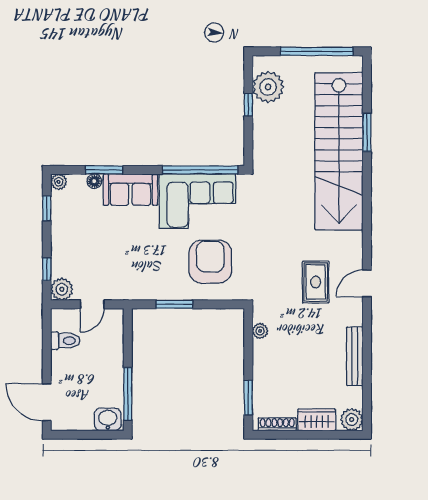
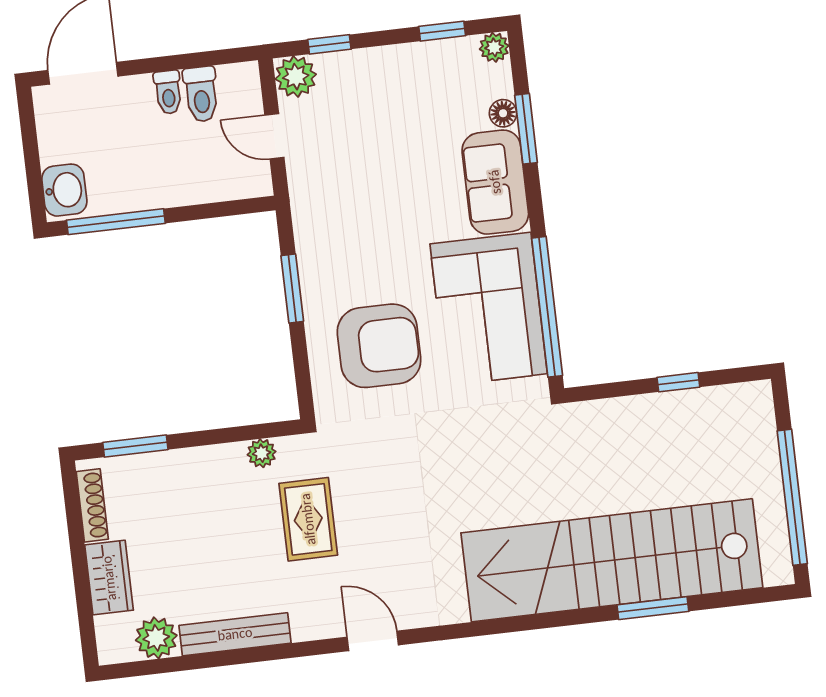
plant: (268, 87) -> (716, 415), removed
rug: (316, 282) -> (308, 519), moved, turned 90
toilet: (62, 358) -> (168, 92), added
plant: (352, 420) -> (156, 638), moved

